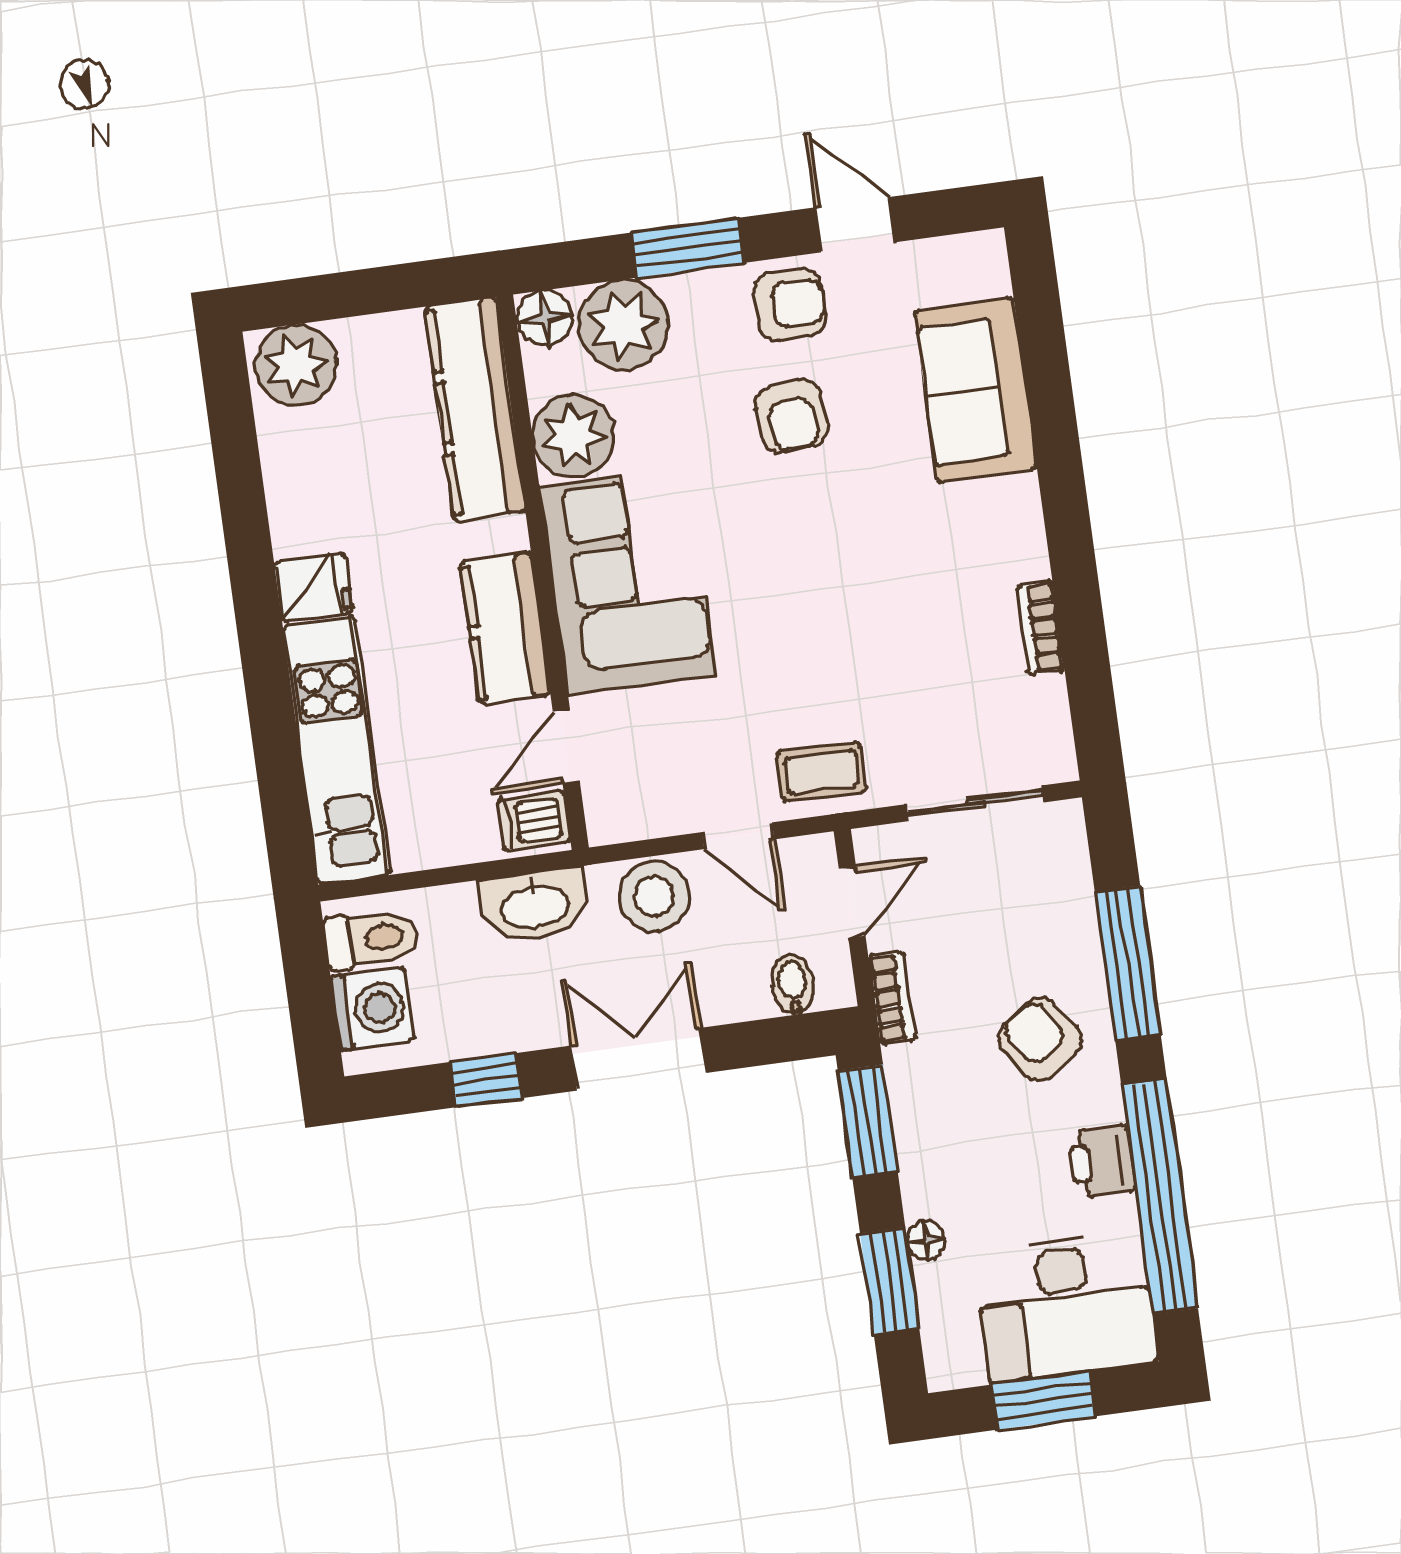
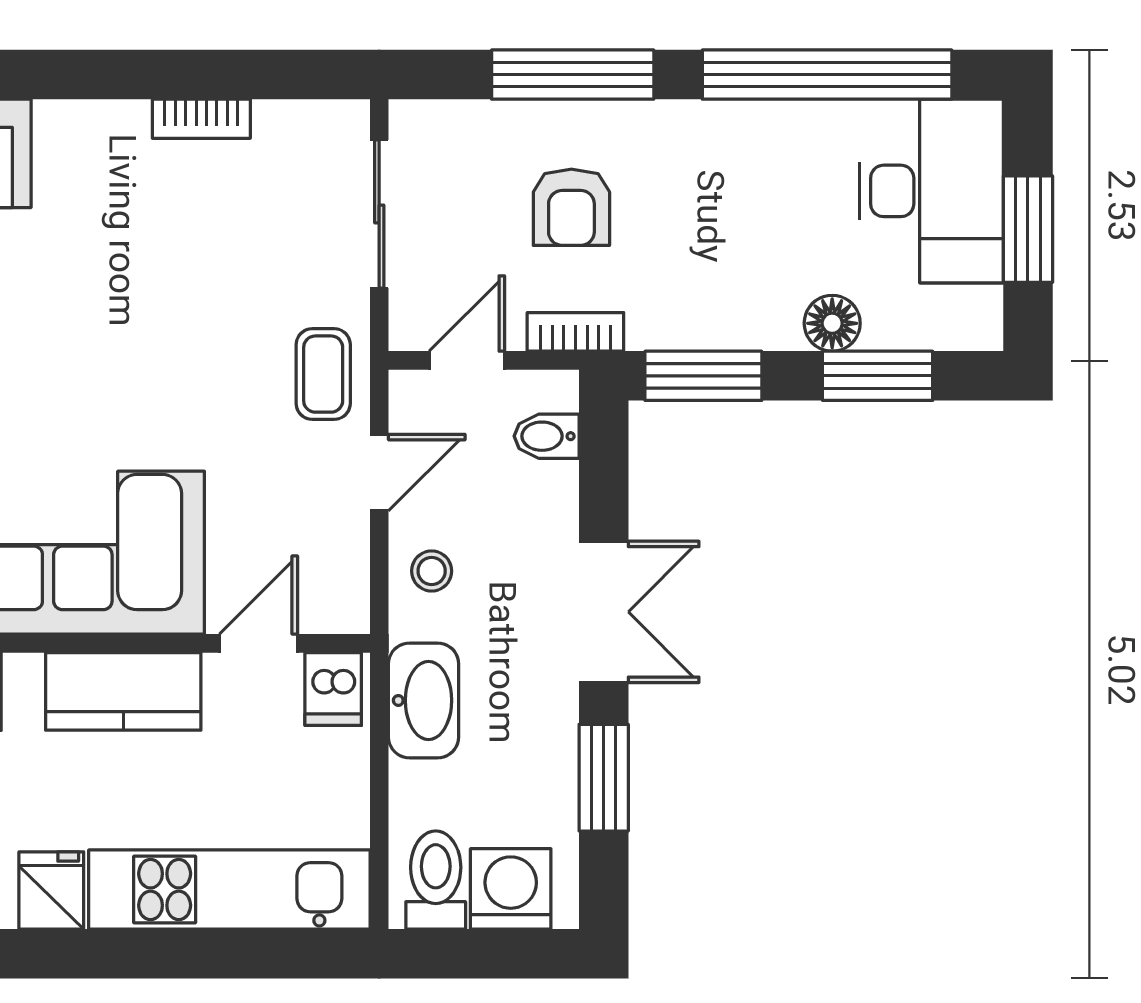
door: (566, 746) -> (258, 643), swing flipped
stool: (654, 896) -> (432, 571), width x0.53, depth x0.53
door: (852, 902) -> (467, 360), hinge flipped
armchair: (1040, 1039) -> (571, 207), moved, turned -55
double door: (639, 1059) -> (604, 612), swing flipped
window: (486, 1080) -> (604, 778), width x1.50
printer: (1101, 1162) -> (781, 132), removed
floor lamp: (926, 1241) -> (832, 323), width x1.37, depth x1.37

